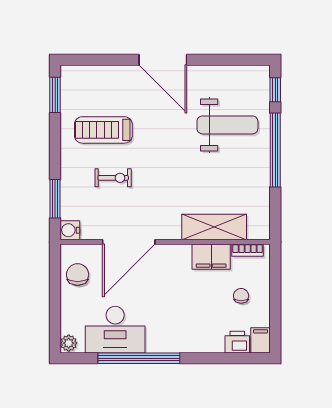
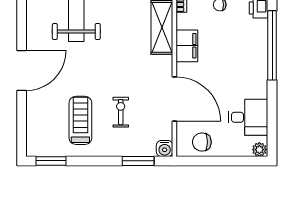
treadmill: (103, 130) -> (80, 120), turned 180
filing cabinet: (211, 257) -> (187, 46), moved
desk: (115, 330) -> (248, 117), width x0.73
window: (139, 358) -> (272, 45), moved

